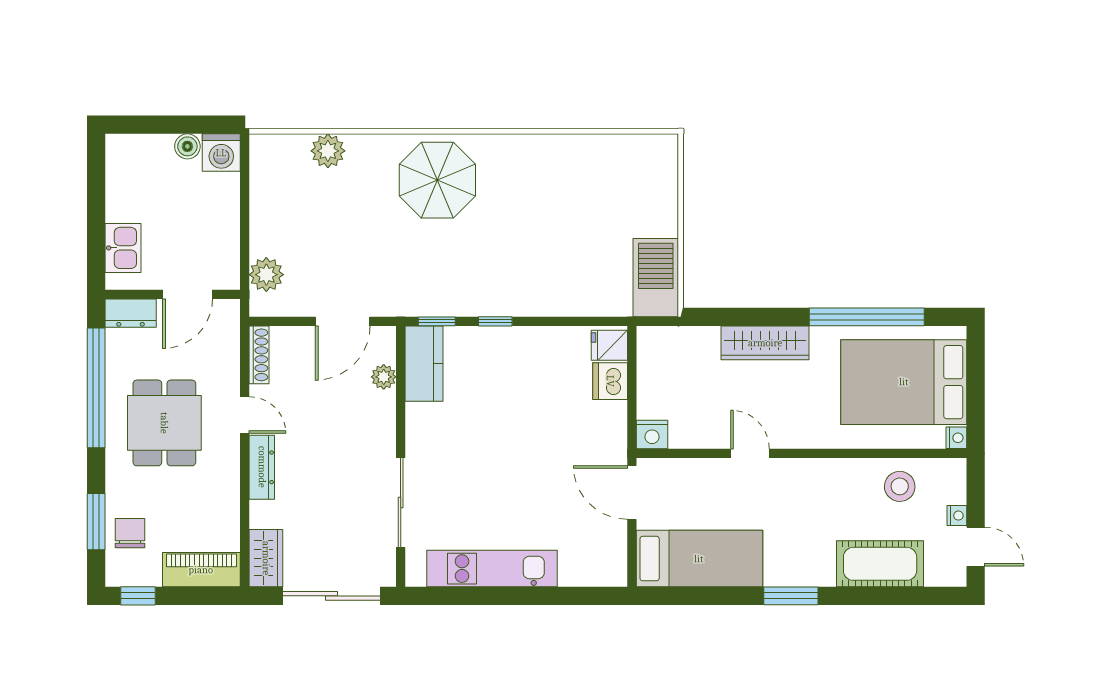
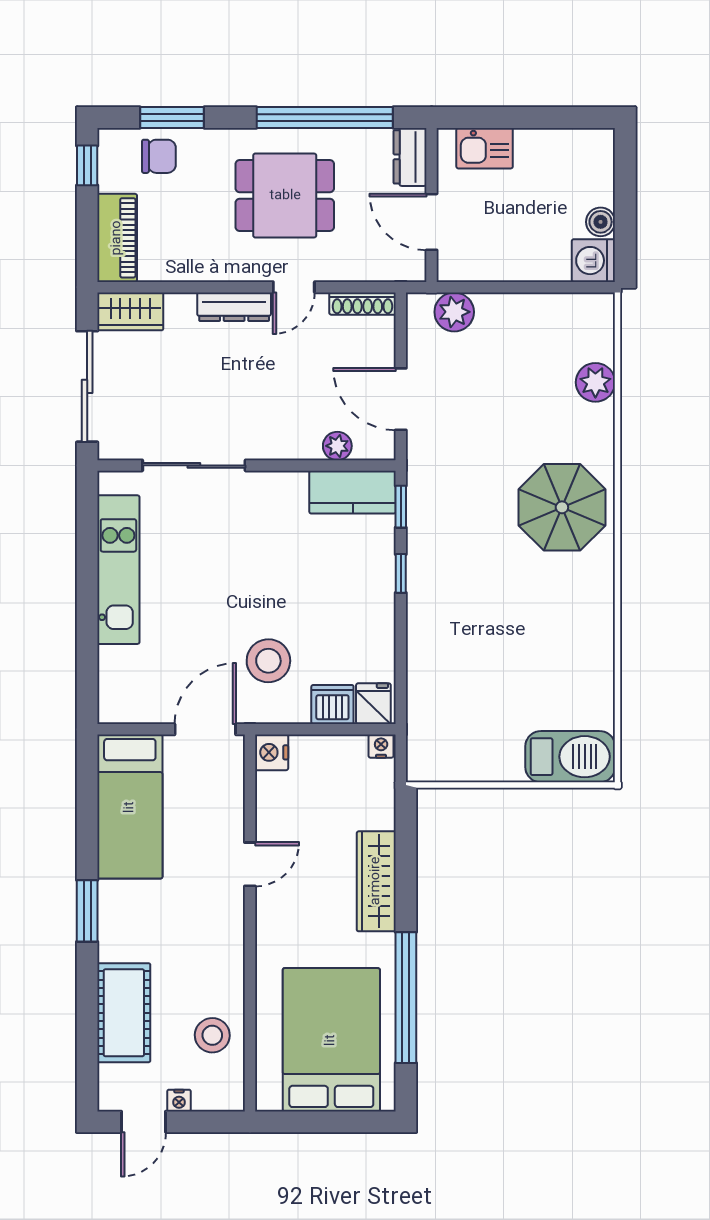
barbecue: (656, 278) -> (570, 757), moved
stool: (572, 437) -> (268, 661), added
nightstand: (956, 438) -> (381, 746), moved, turned 180

